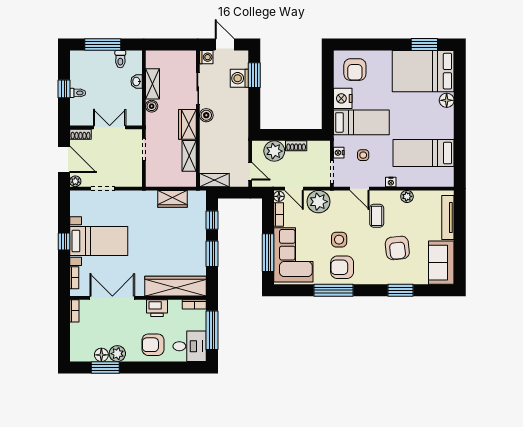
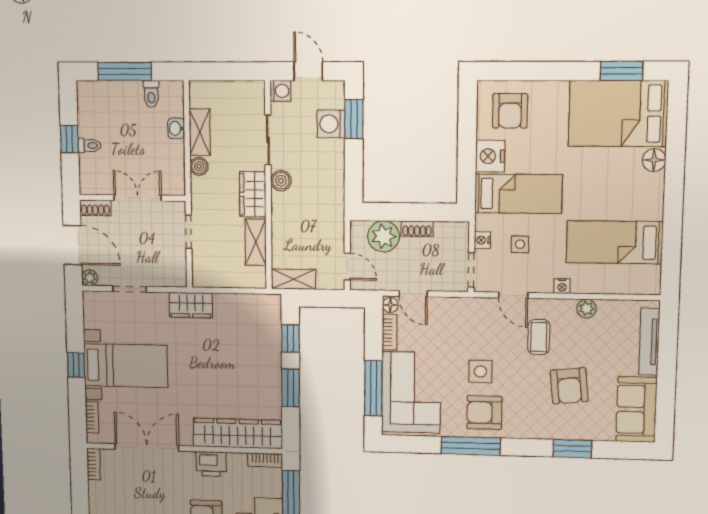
wardrobe: (173, 199) -> (191, 305), moved
plant: (318, 202) -> (450, 314), removed

